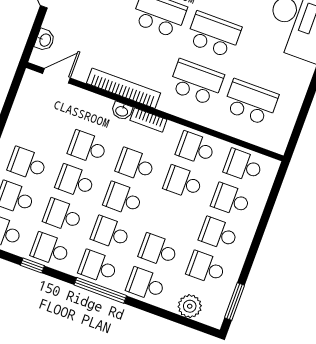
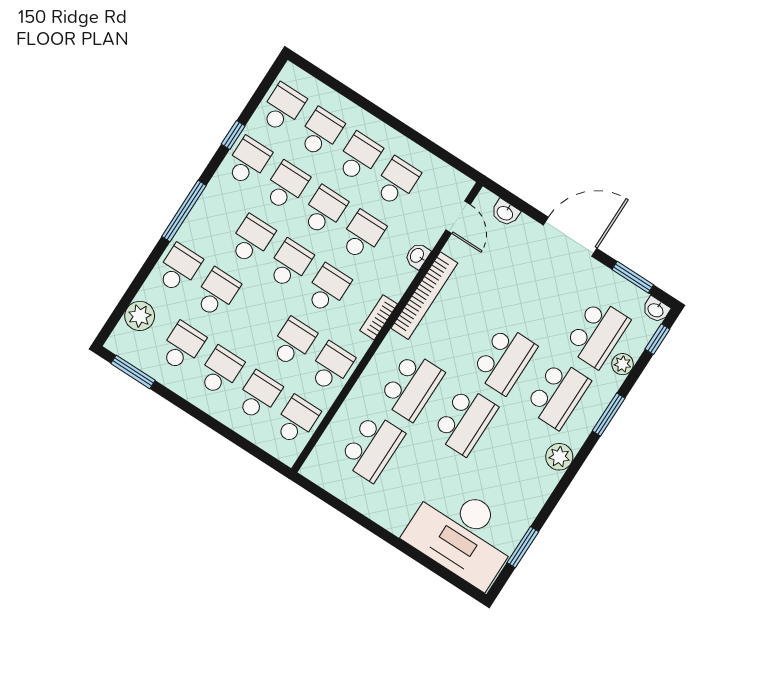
washbasin: (122, 111) -> (417, 256), moved
school desk: (98, 267) -> (397, 182), moved

